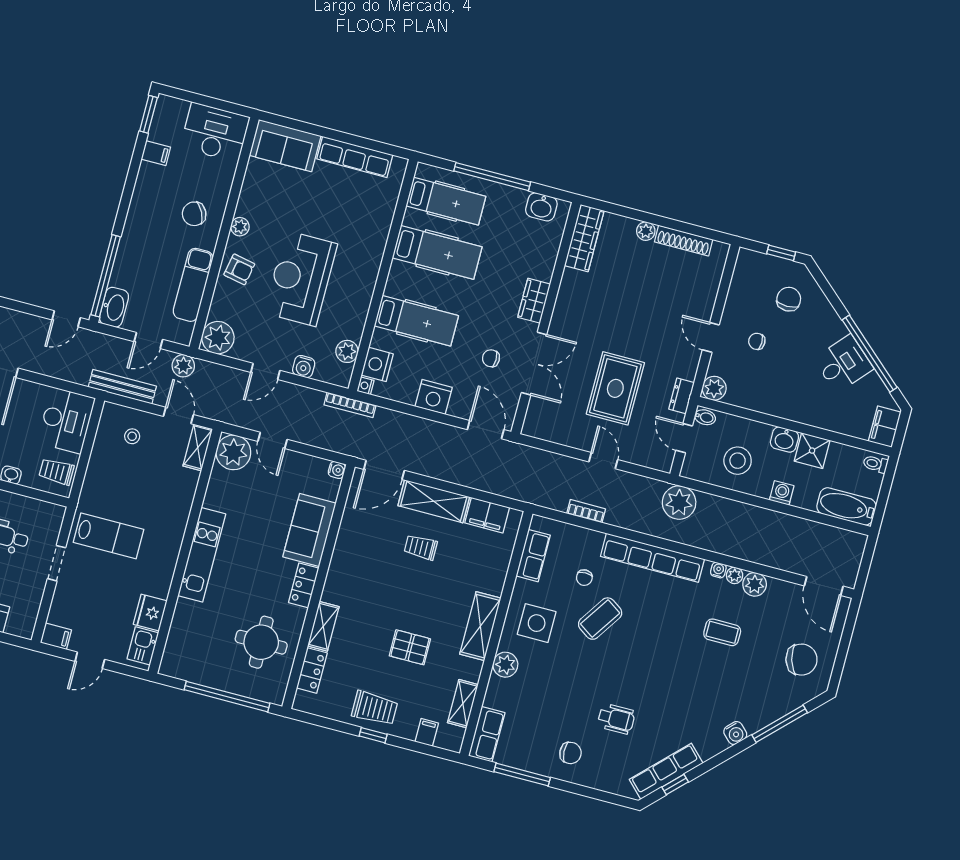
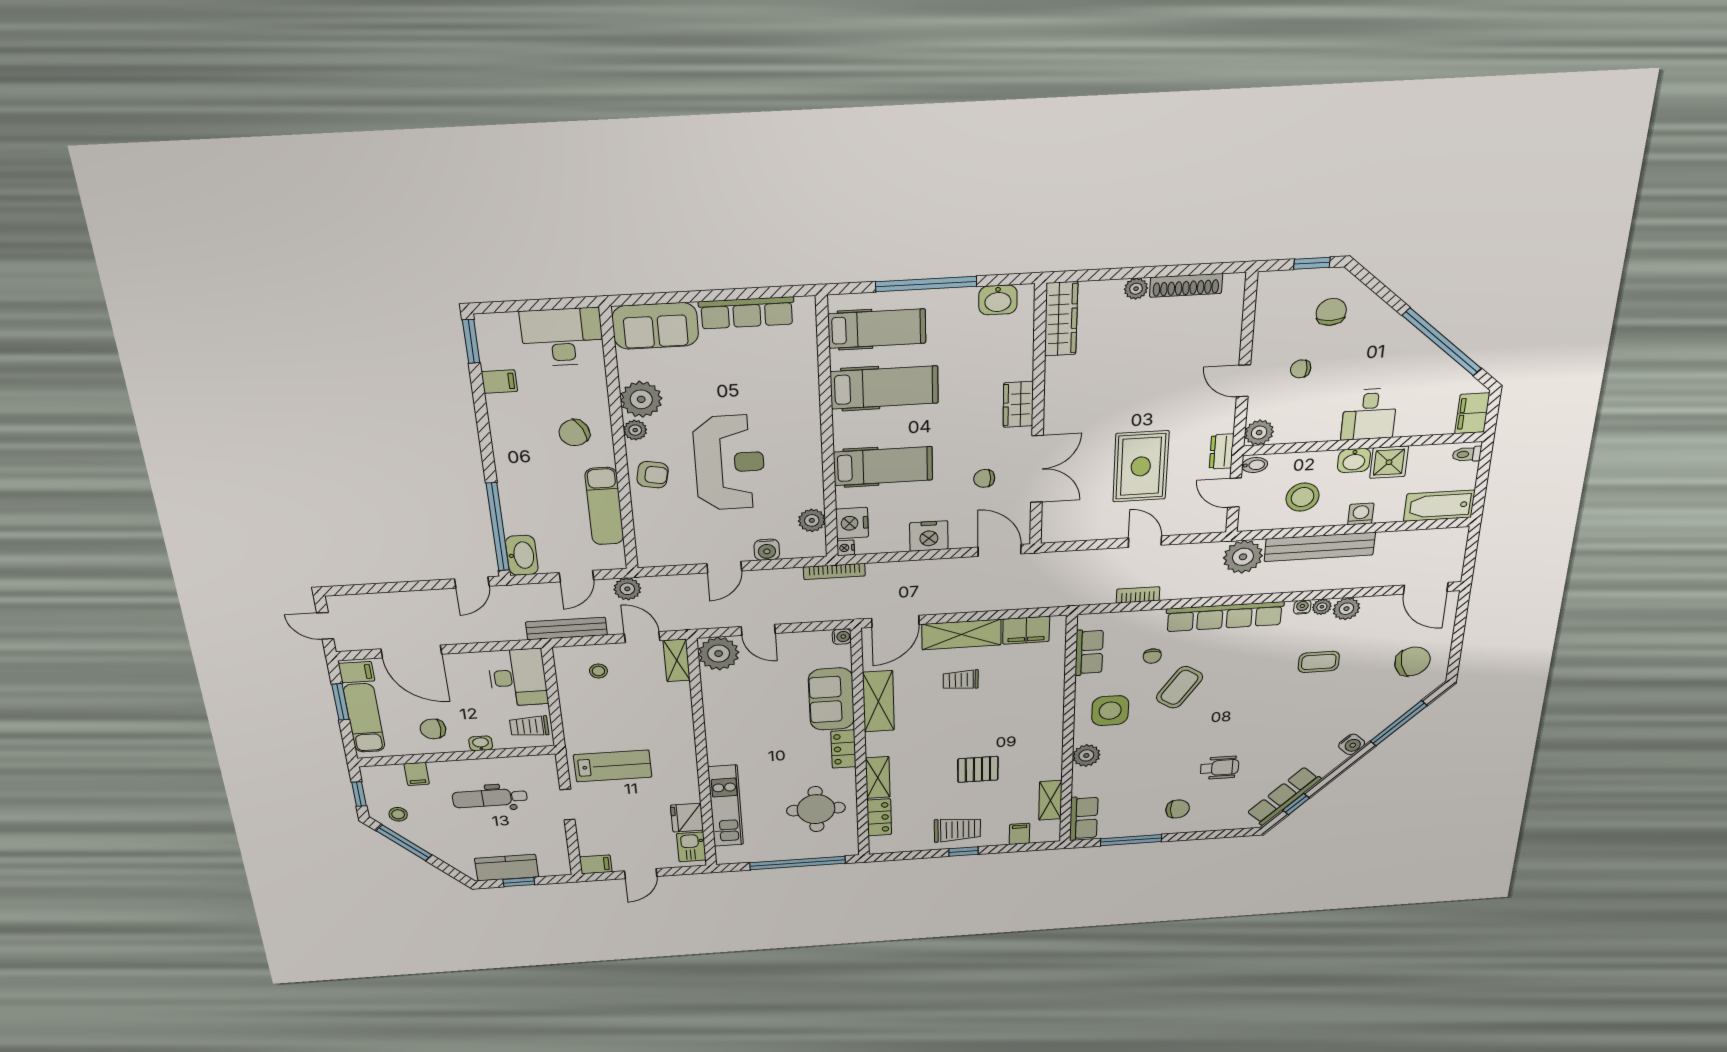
reception desk: (301, 278) -> (729, 463), turned 180
plant: (218, 338) -> (641, 399), moved
desk: (843, 364) -> (1369, 414), moved, turned 138
bench: (743, 514) -> (1320, 547), added
kitchen unit: (202, 555) -> (726, 806), moved
shelving: (480, 626) -> (878, 701), moved

